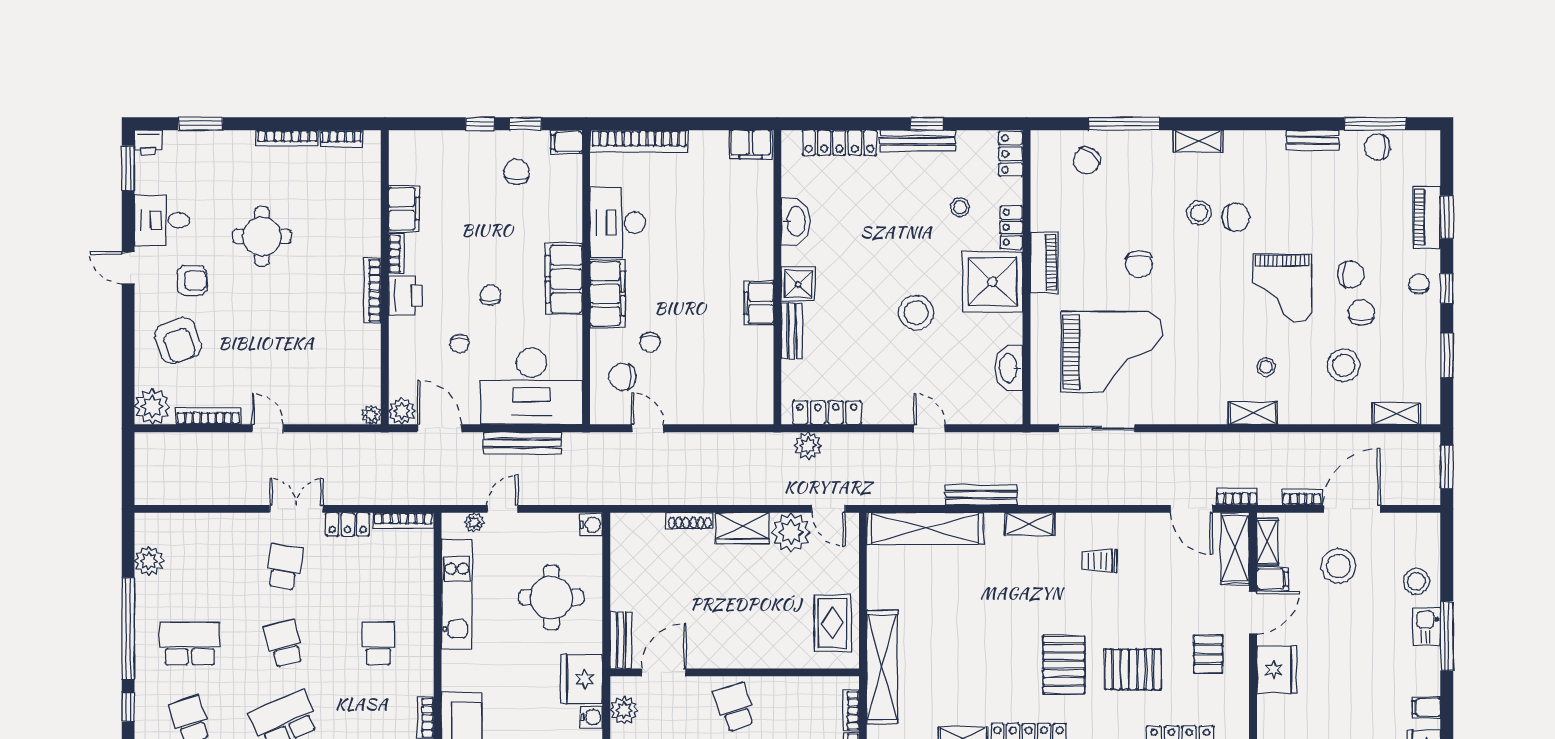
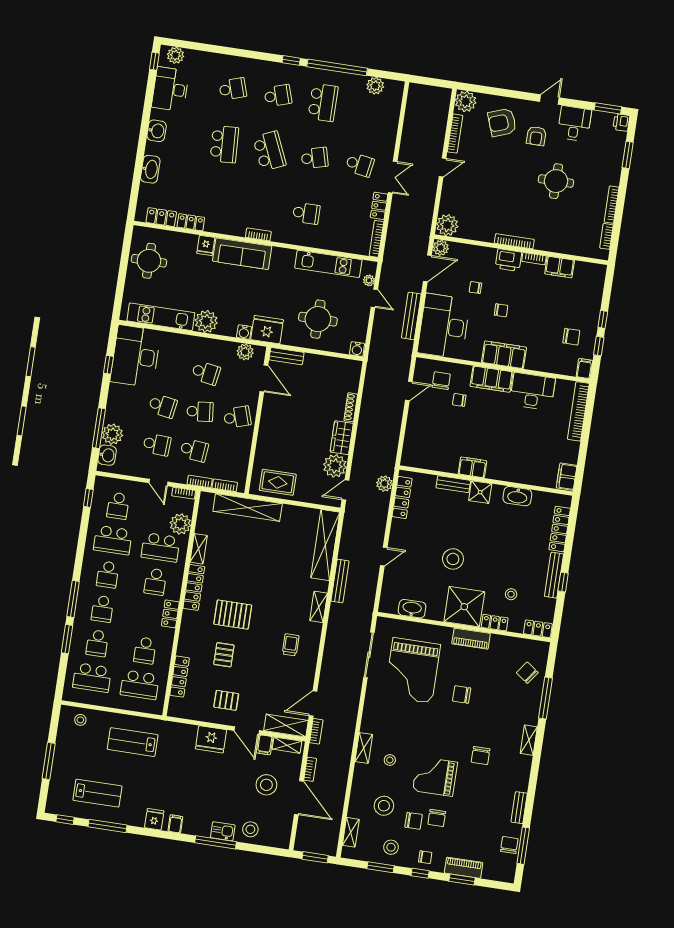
stool: (1199, 213) -> (391, 847), moved
plant: (371, 415) -> (447, 225), width x1.88, depth x1.88
pallet: (1133, 669) -> (224, 655), width x0.67, depth x0.71

